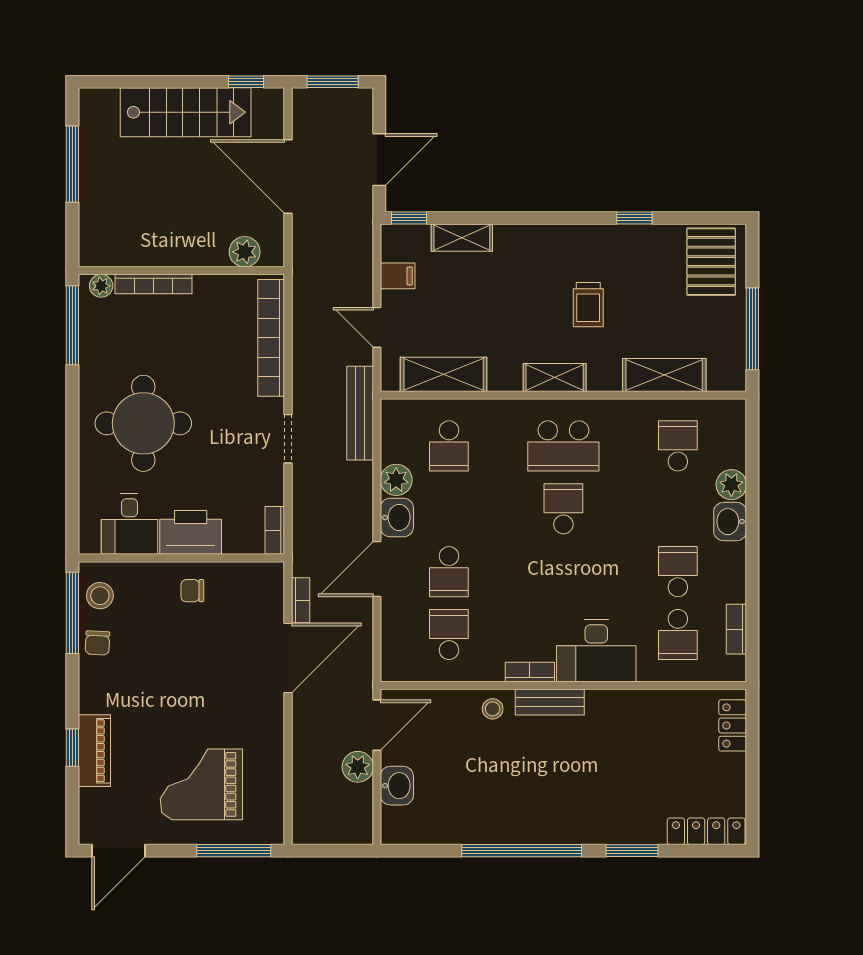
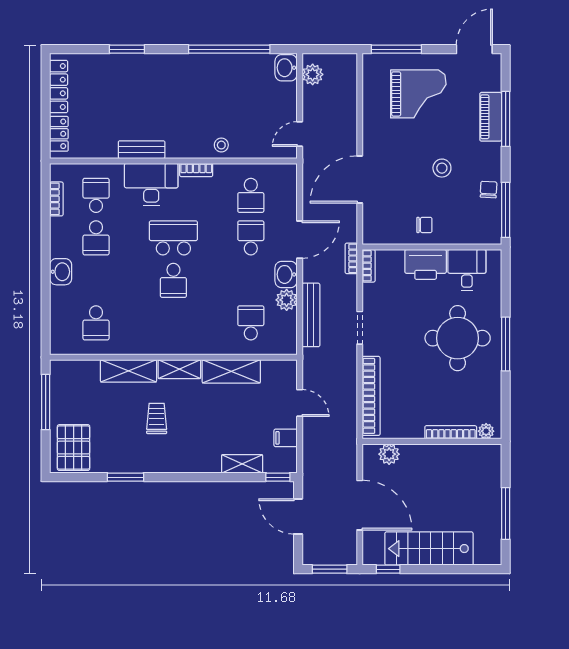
door: (379, 160) -> (298, 516), hinge flipped
window: (634, 218) -> (125, 477), width x1.50
window: (72, 325) -> (506, 344), moved
shelving: (444, 374) -> (231, 371), moved
shelving: (664, 375) -> (128, 371), moved
bench: (360, 413) -> (311, 315), moved
school desk: (563, 446) -> (173, 238), moved
plant: (731, 485) -> (60, 297), removed
stool: (100, 596) -> (442, 168), moved
bookcase: (301, 600) -> (351, 258), moved
bench: (550, 702) -> (142, 150), moved
door: (377, 725) -> (300, 134), width x0.73
window: (72, 748) -> (506, 119), width x2.17
plant: (358, 767) -> (313, 74), moved
washbasin: (397, 786) -> (286, 68), moved
locker: (706, 831) -> (59, 86), moved, turned -90
window: (522, 851) -> (229, 49), moved

